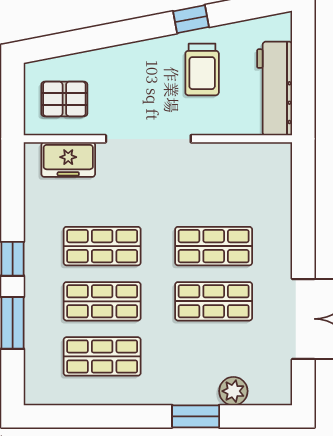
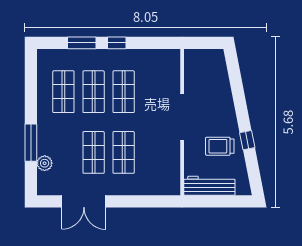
pallet: (64, 99) -> (204, 71), removed
freezer: (68, 160) -> (171, 73), removed
window: (196, 416) -> (31, 143), width x1.44

